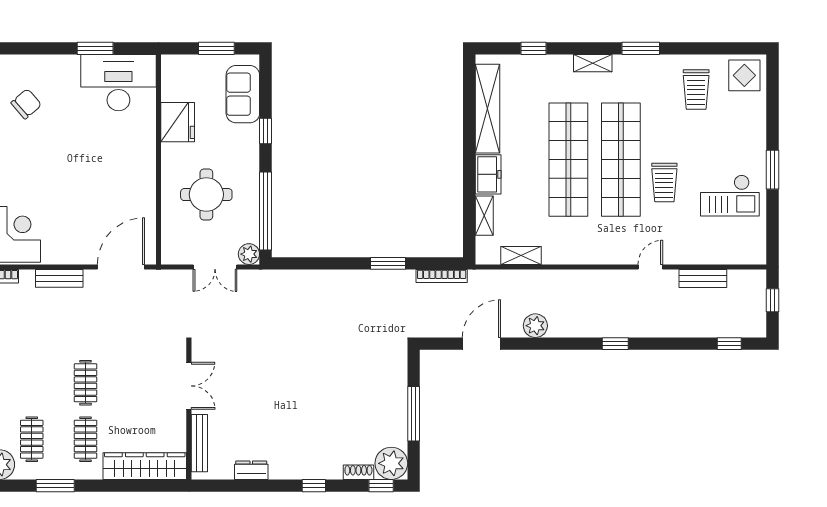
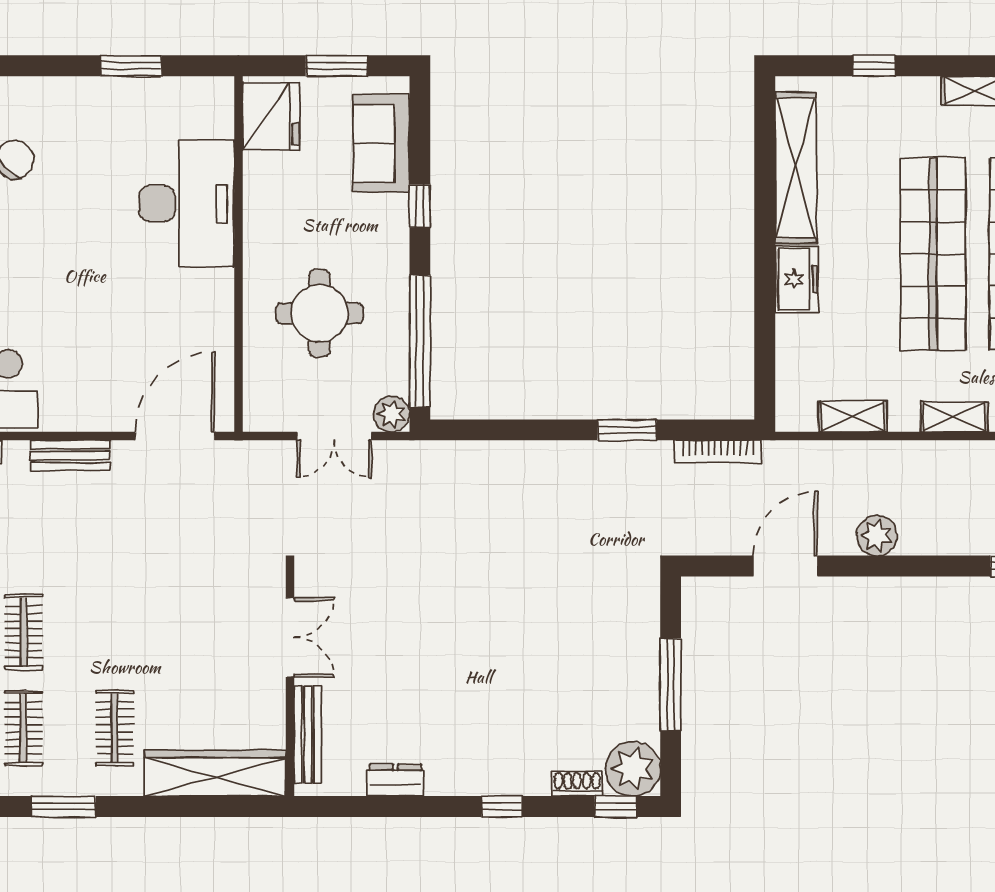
desk: (118, 83) -> (187, 203), moved, turned 90
fridge: (178, 122) -> (271, 117), moved
shelving: (484, 216) -> (954, 417), moved, turned 90
clothes rail: (86, 383) -> (24, 632), moved

